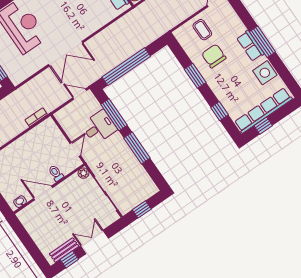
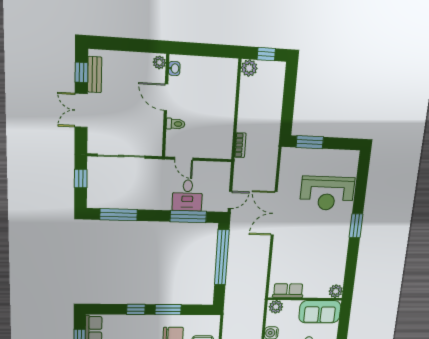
window: (219, 111) -> (136, 309), moved
window: (137, 148) -> (119, 215), moved
plant: (83, 173) -> (159, 62), moved
door: (43, 193) -> (166, 97), swing flipped
double door: (95, 242) -> (81, 110), swing flipped

